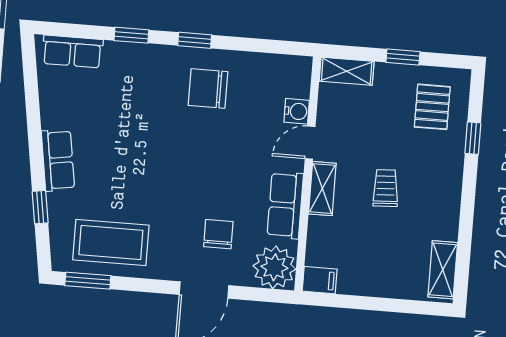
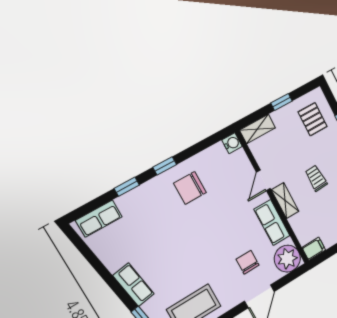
water cooler: (297, 111) -> (232, 143), moved

